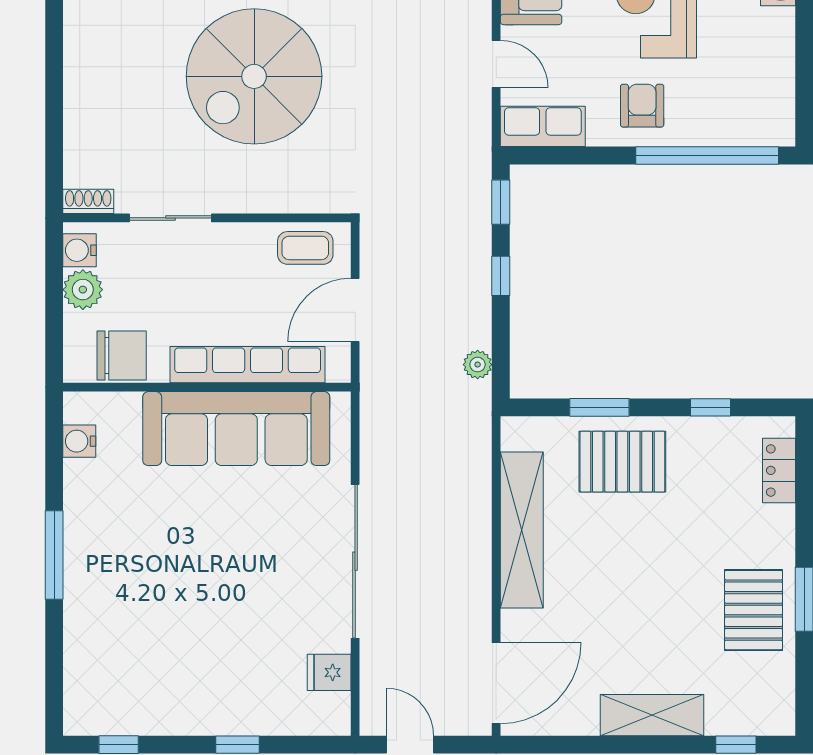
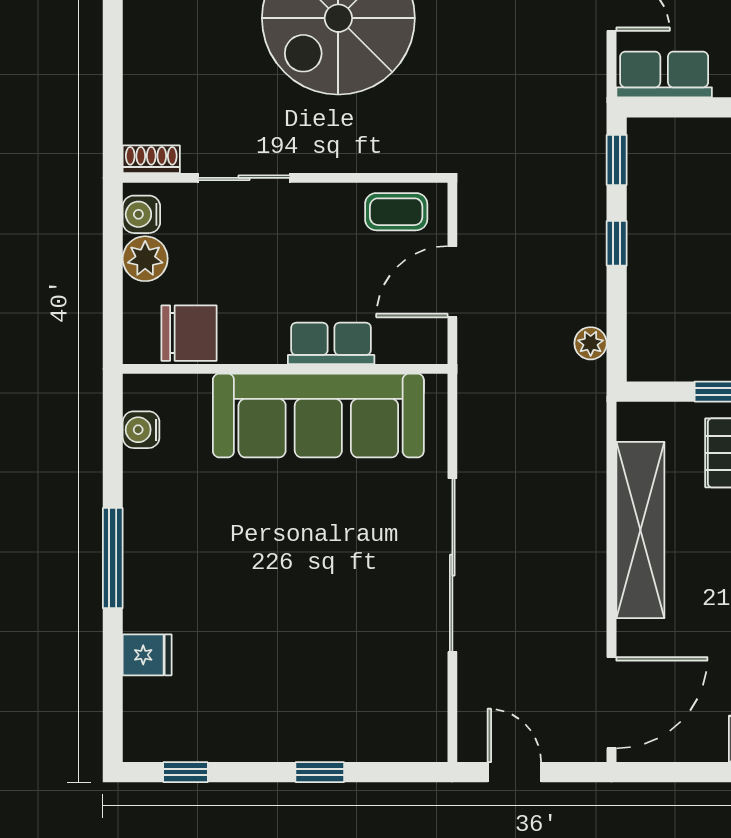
row of seats: (248, 365) -> (331, 343), width x0.50
fridge: (329, 672) -> (147, 655), moved, turned 180

